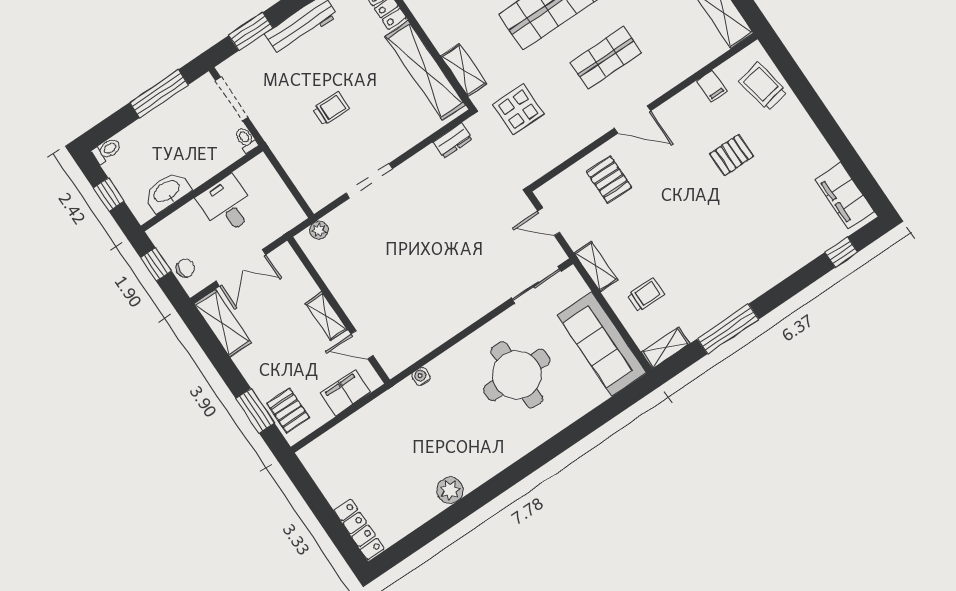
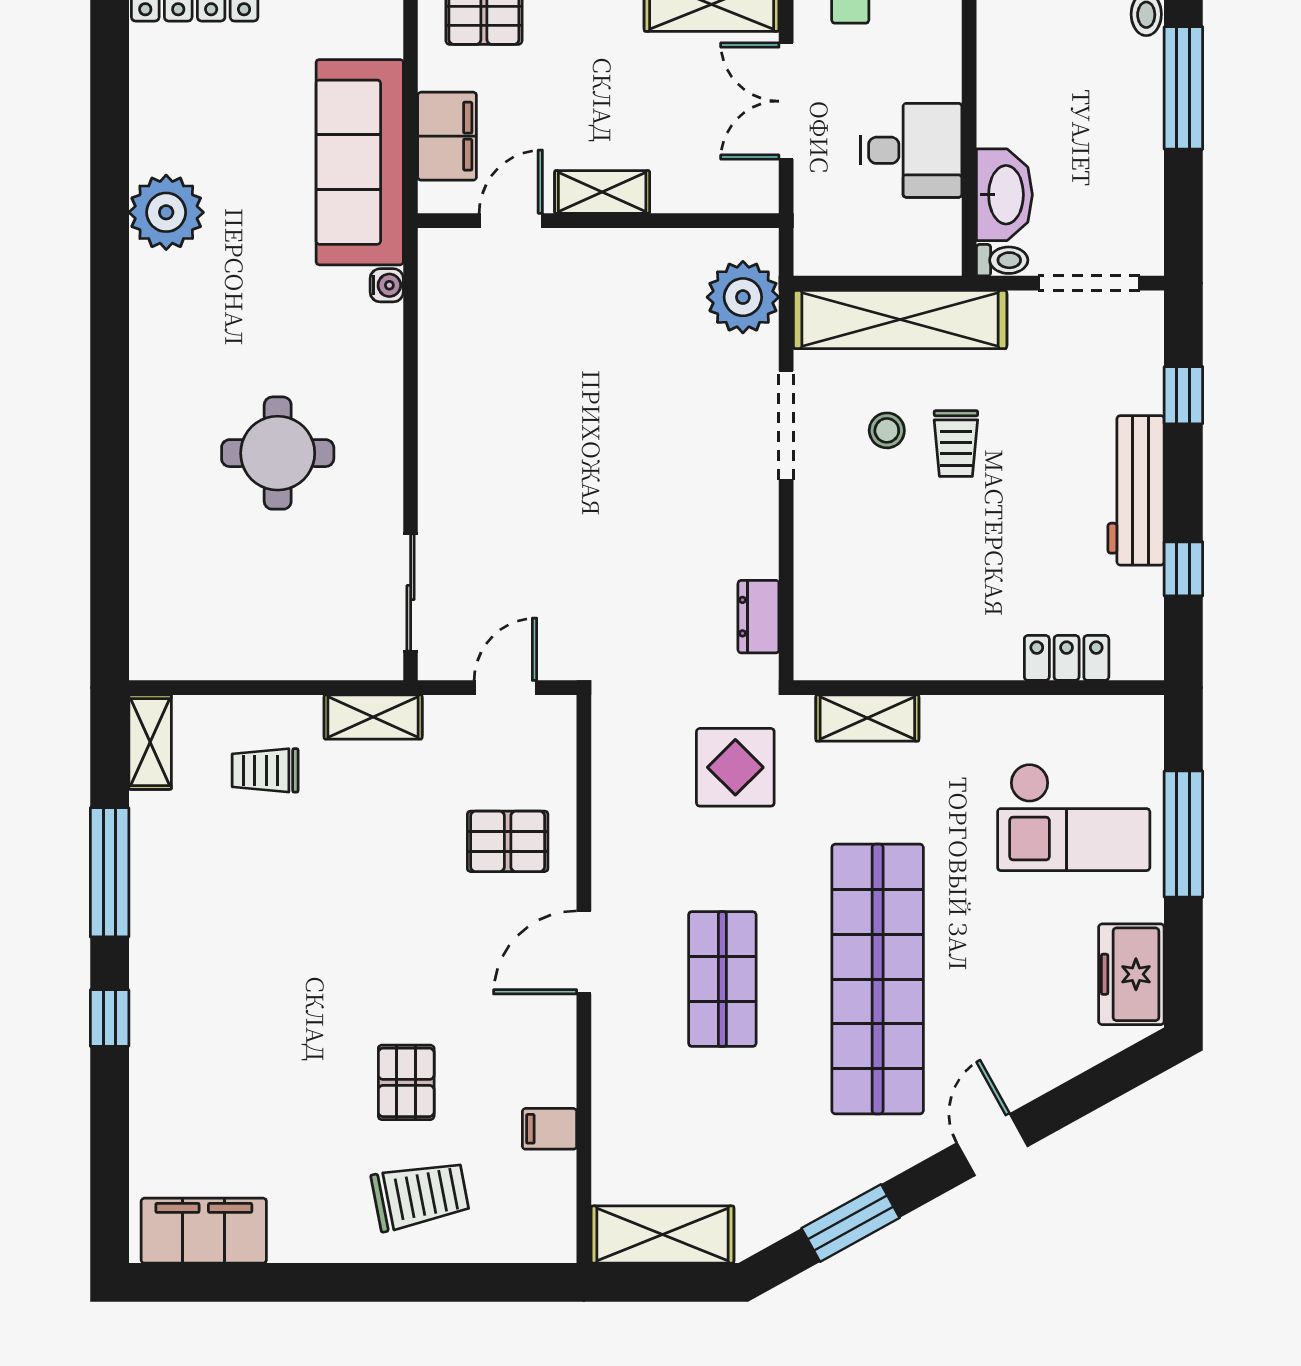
window: (251, 31) -> (1183, 395), width x0.67
shelving: (425, 71) -> (900, 320), moved
trolley: (763, 87) -> (420, 1195), moved
window: (159, 94) -> (1183, 88), moved
stool: (344, 140) -> (887, 430), added
washbasin: (167, 192) -> (1004, 195), moved
plant: (319, 230) -> (743, 297), width x1.87, depth x1.87
window: (841, 252) -> (110, 1018), moved
trolley: (646, 295) -> (265, 770), turned 90
sofa: (602, 344) -> (360, 162), moved, turned -90
round table: (517, 375) -> (278, 453), width x0.73, depth x0.73
plant: (450, 490) -> (166, 212), width x1.36, depth x1.36

